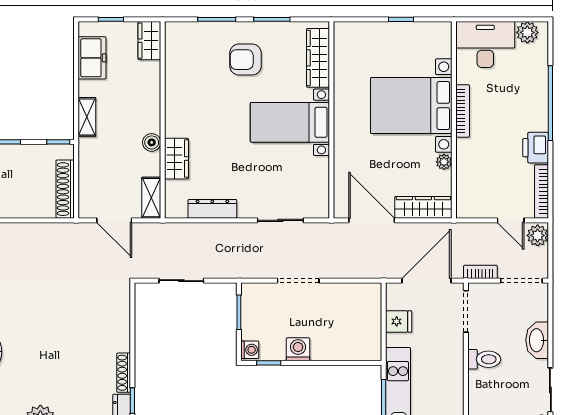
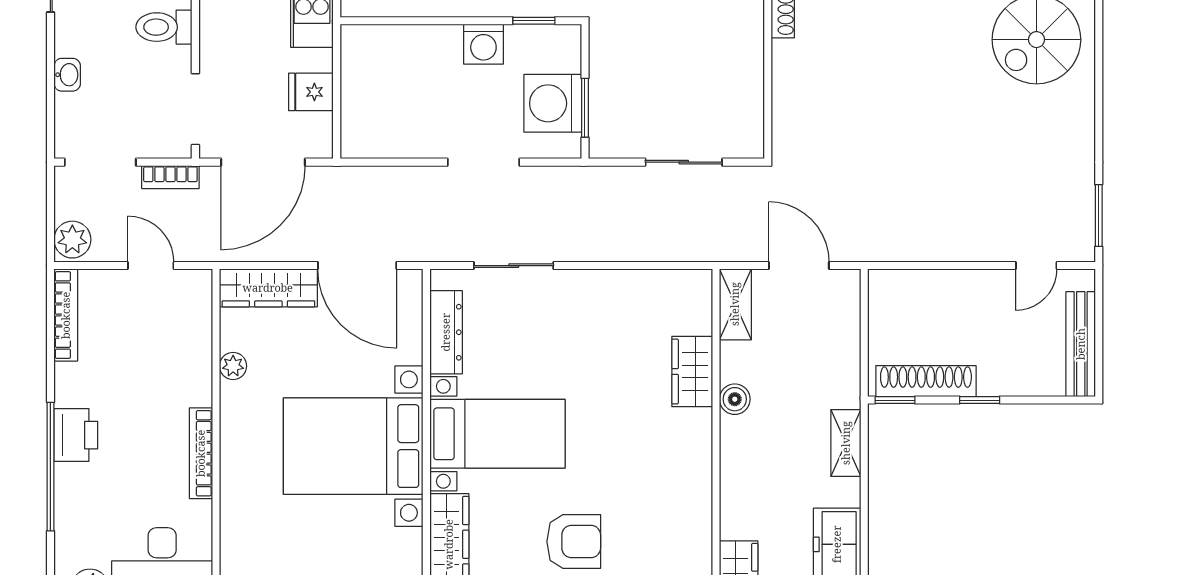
bed with nightstands: (411, 106) -> (353, 446), moved, turned 180
printer: (536, 148) -> (76, 435), moved
shoe rack: (65, 189) -> (926, 381), moved, turned -90
dresser: (212, 209) -> (446, 332), moved, turned -90
door: (511, 220) -> (151, 266), moved
washbasin: (537, 340) -> (67, 75), width x0.52, depth x0.69
washing machine: (250, 350) -> (553, 103), moved, width x1.89, depth x1.89

